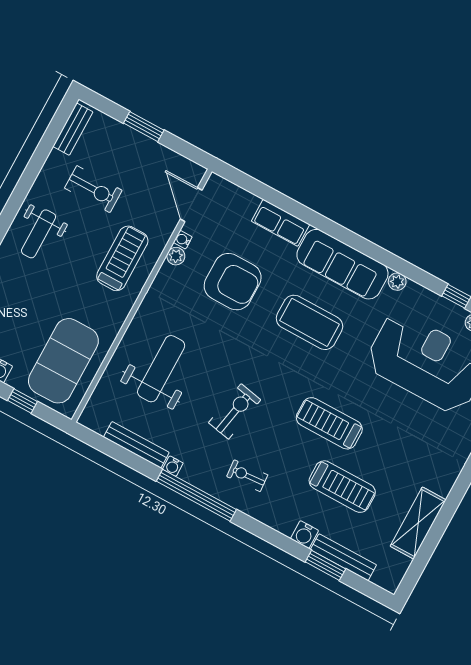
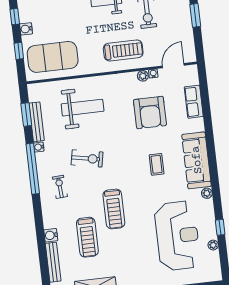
row of seats: (281, 223) -> (194, 102), moved
coffee table: (310, 322) -> (157, 164), width x0.54, depth x0.58
treadmill: (329, 423) -> (114, 209), turned 180
window: (325, 565) -> (26, 114), moved

